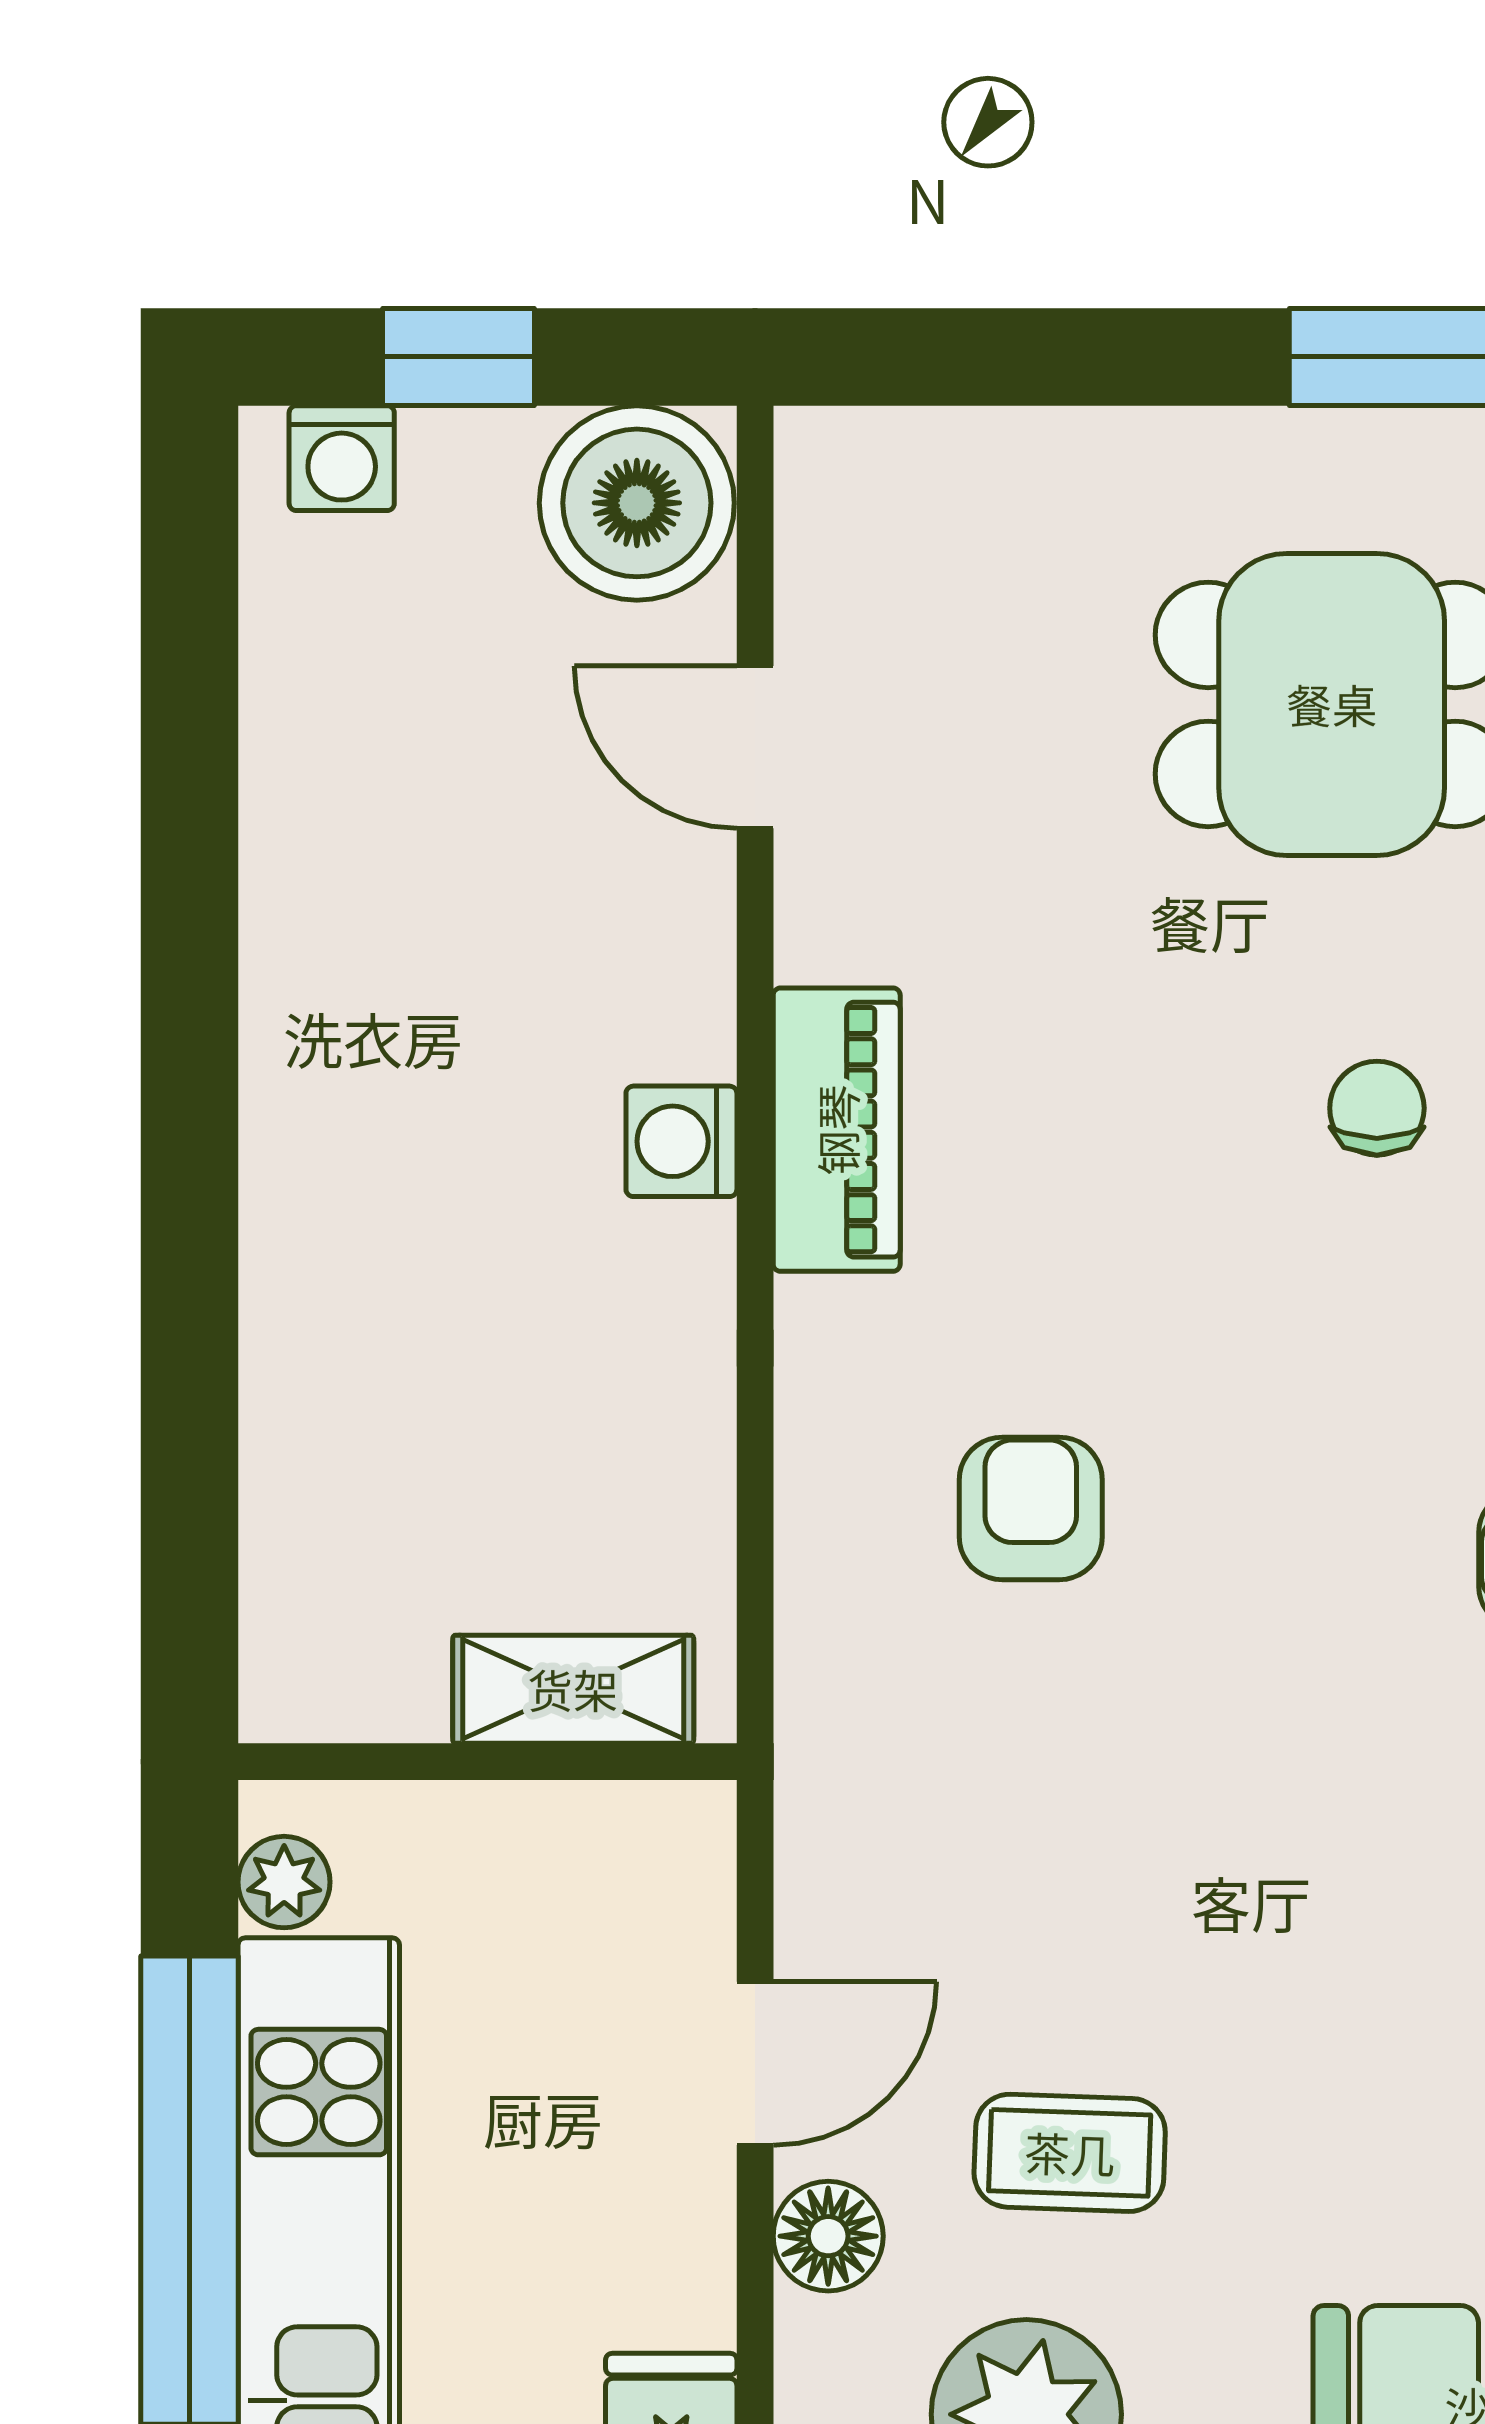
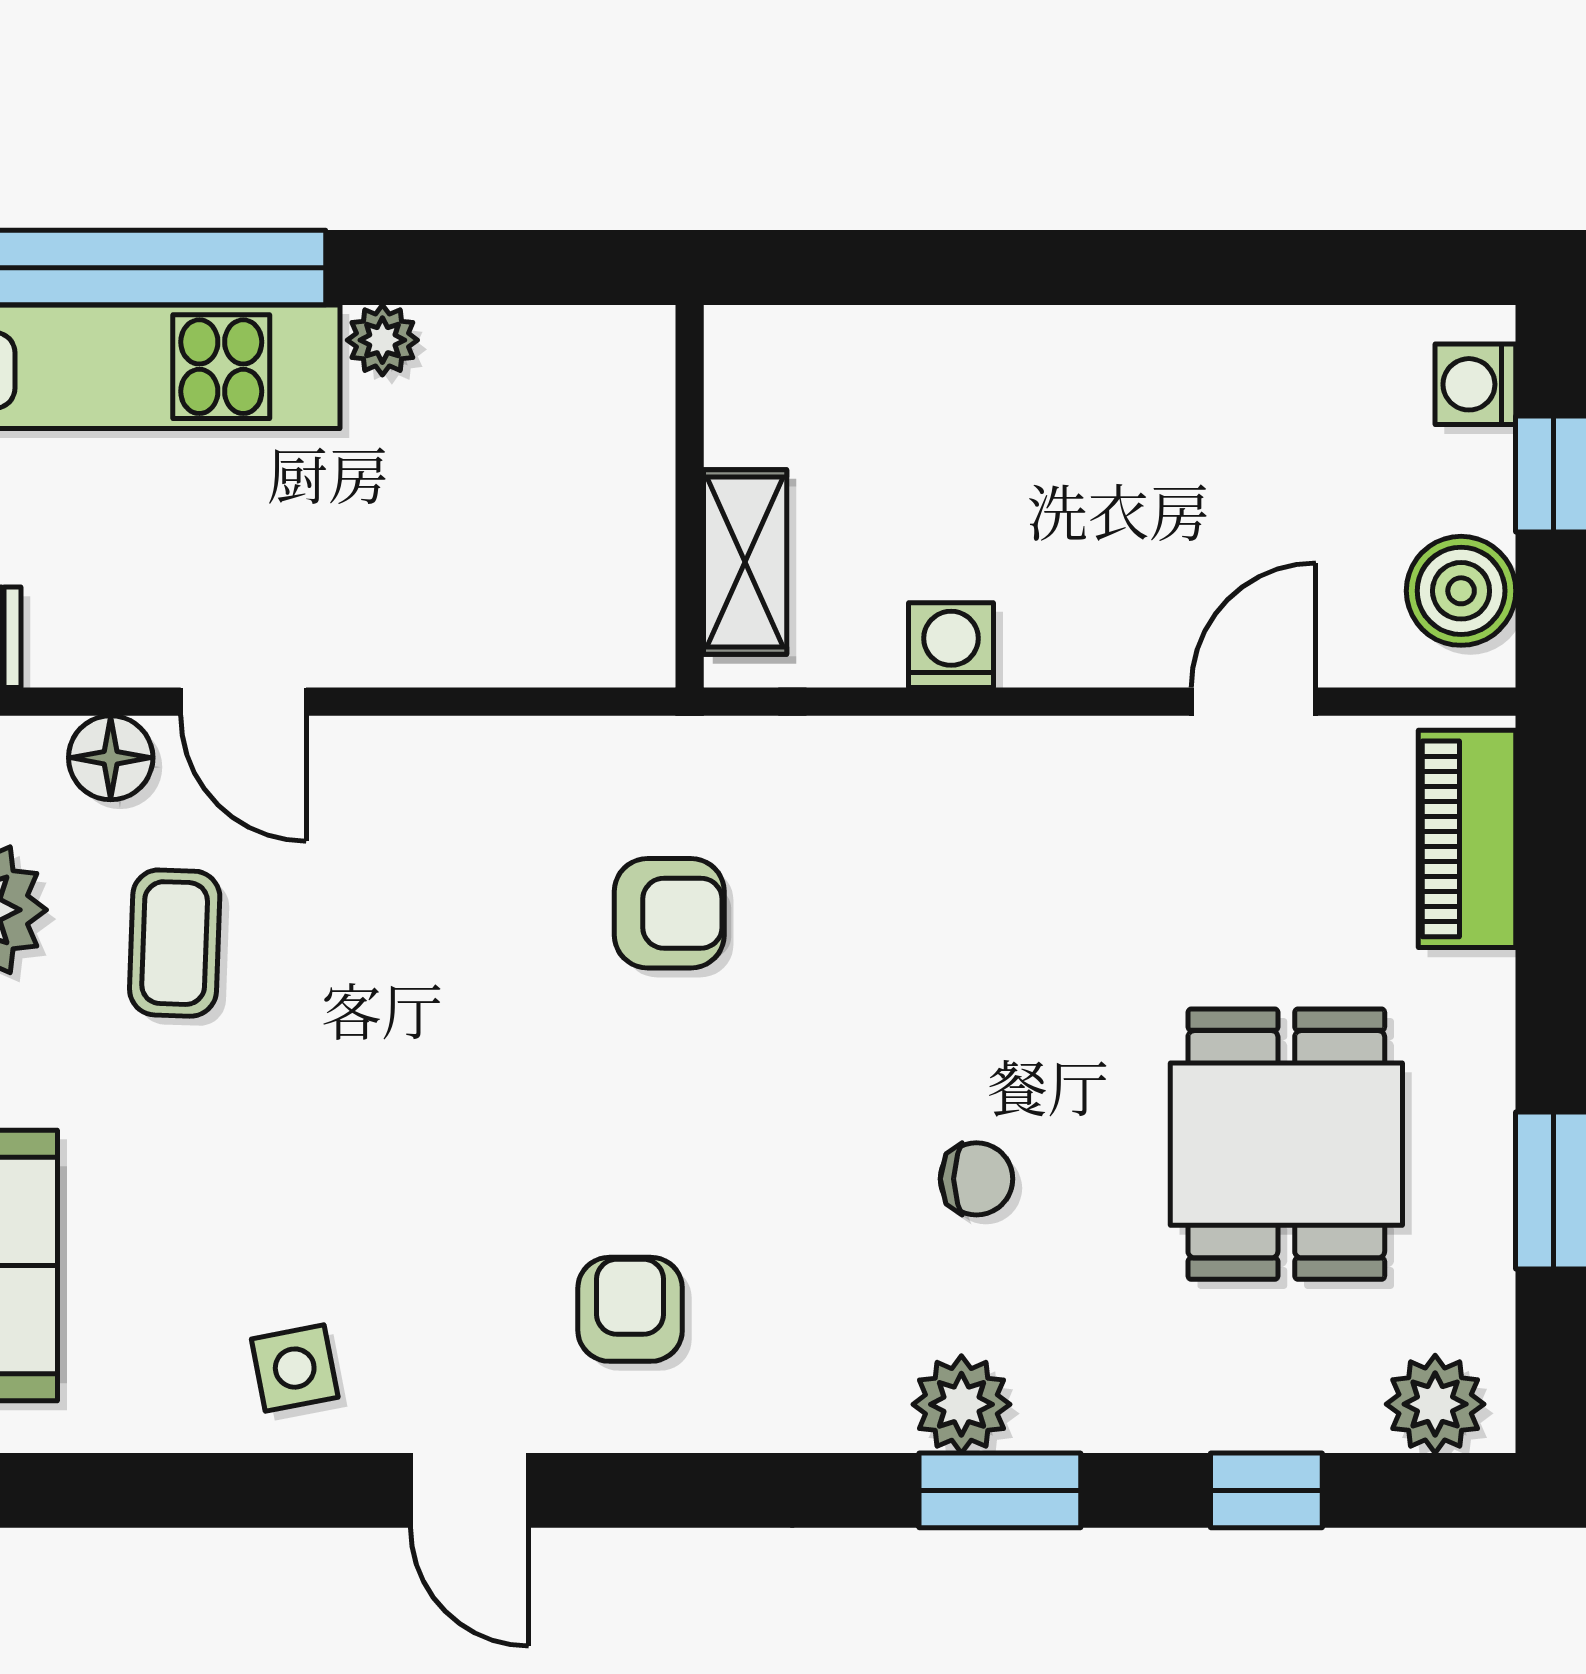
boiler: (637, 503) -> (1461, 591), width x0.73, depth x0.73
piano: (837, 1130) -> (1467, 839), moved, turned 90
shelving: (573, 1689) -> (745, 562), moved
wall: (487, 1762) -> (690, 496), moved

